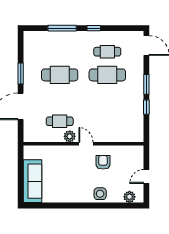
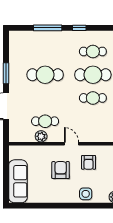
cafe table: (107, 98) -> (93, 98), added
plant: (70, 136) -> (41, 136), moved
armchair: (103, 162) -> (89, 162), turned 180
armchair: (75, 170) -> (61, 170), added

